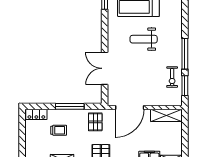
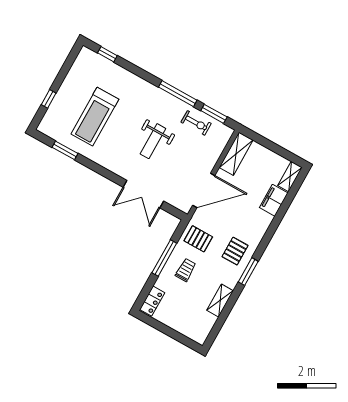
weight bench: (144, 39) -> (153, 141), moved
door: (130, 107) -> (204, 190), hinge flipped
trolley: (59, 130) -> (186, 270), moved

